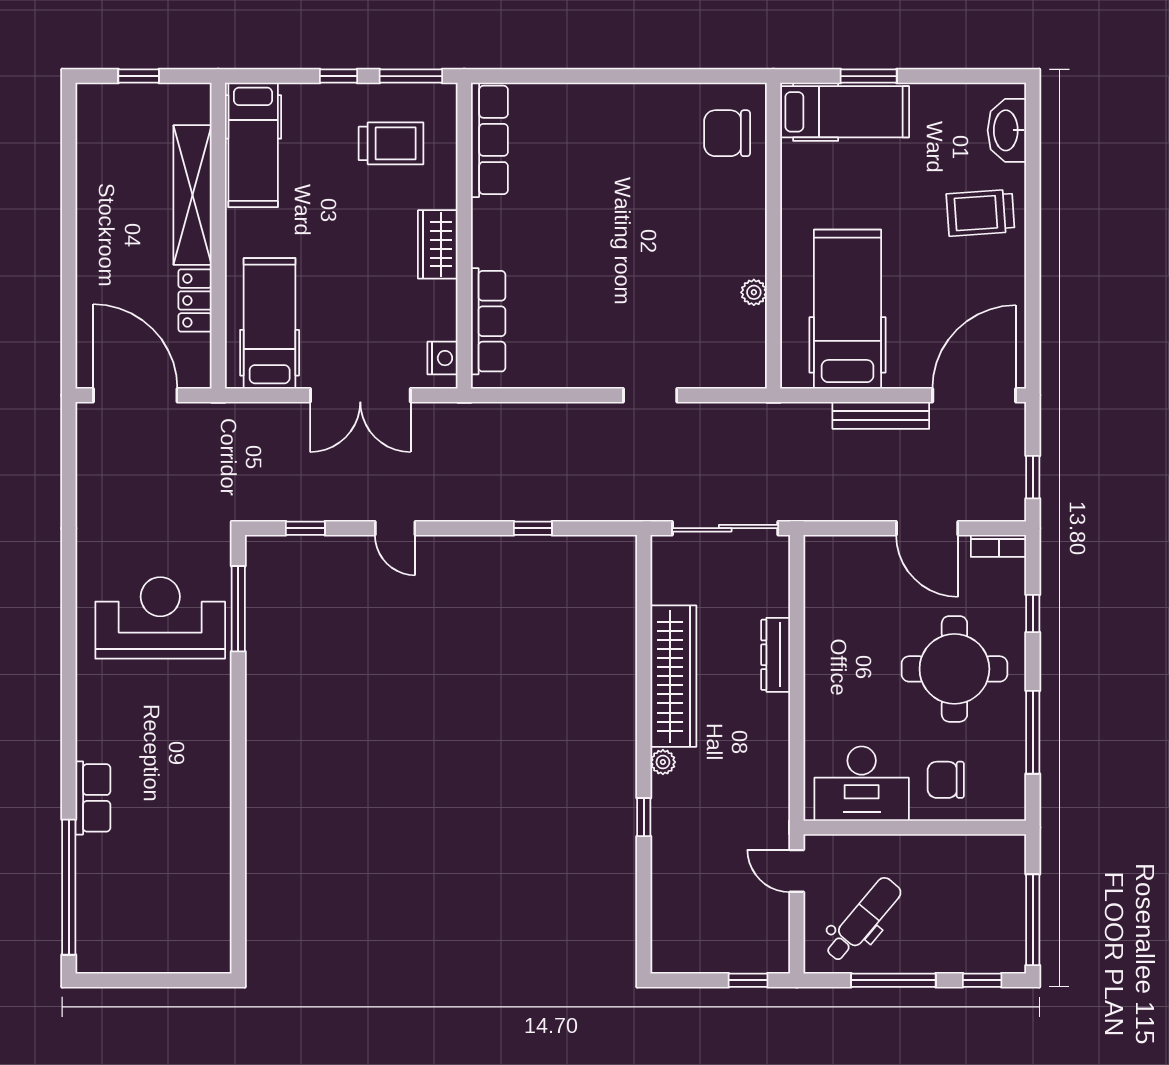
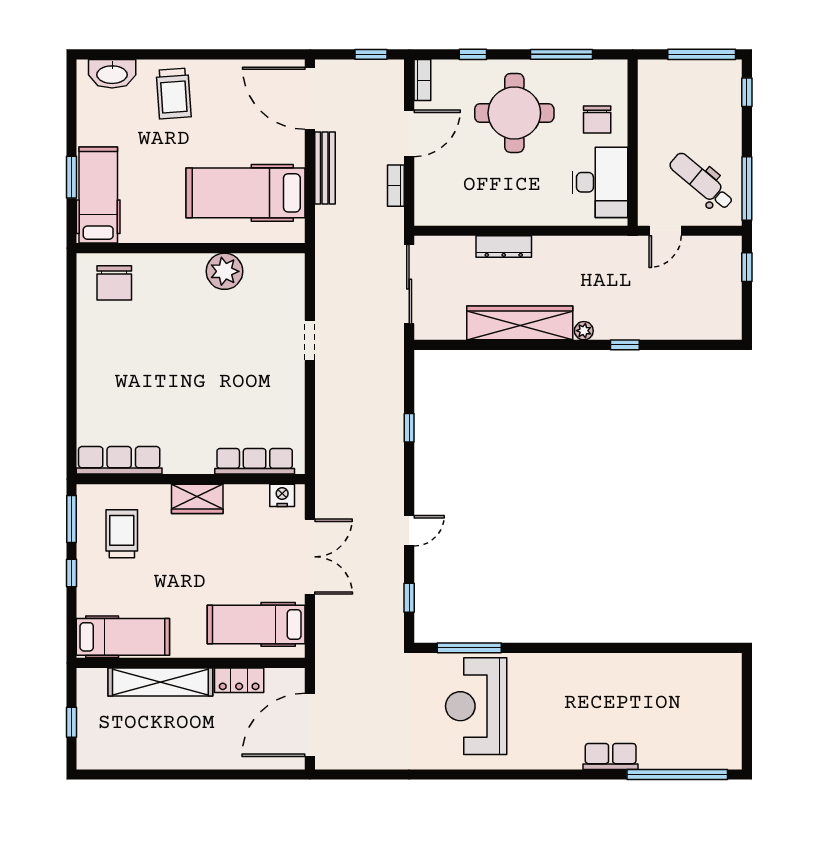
plant: (754, 292) -> (225, 271), width x1.88, depth x1.88
bookcase: (857, 510) -> (396, 186), added
window: (893, 980) -> (747, 189), moved

